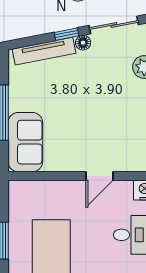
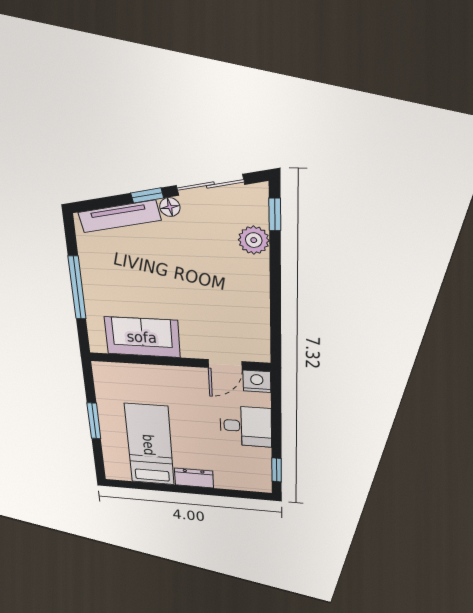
sofa: (25, 142) -> (142, 337), moved, turned -90
door: (100, 176) -> (225, 365), moved

